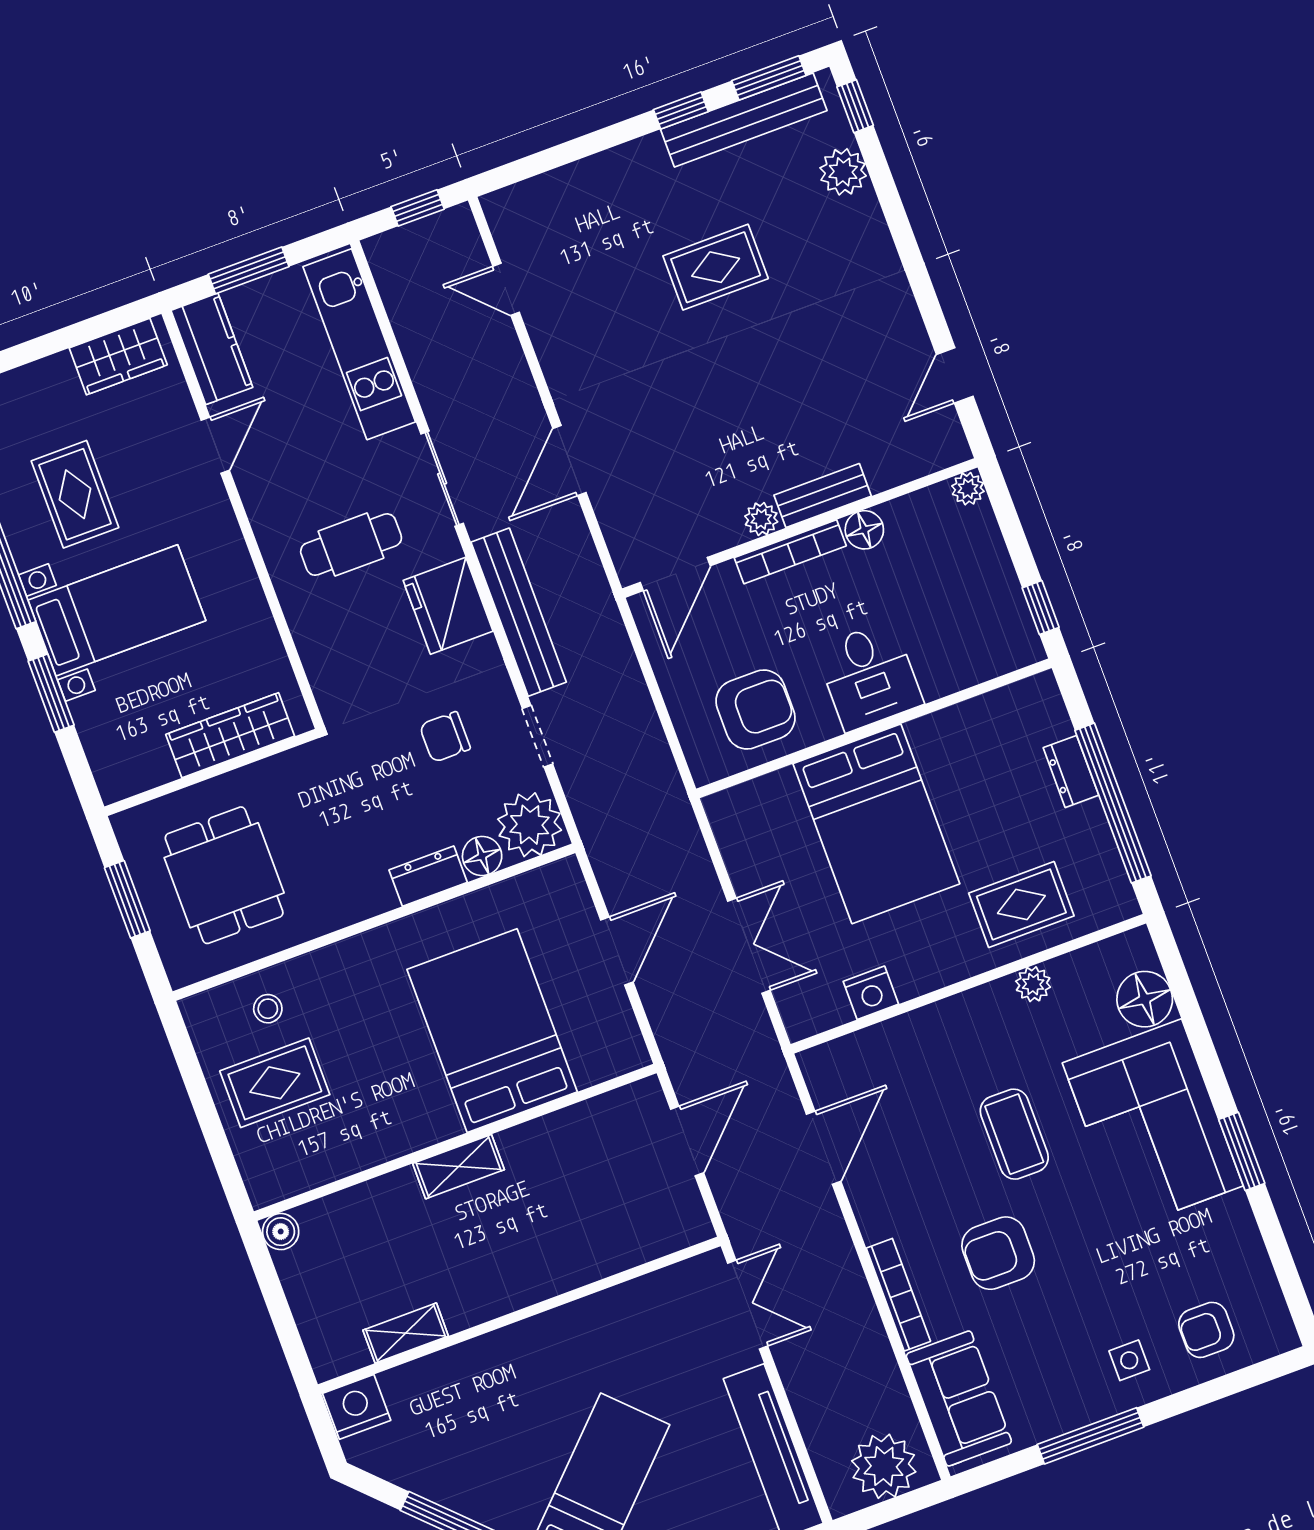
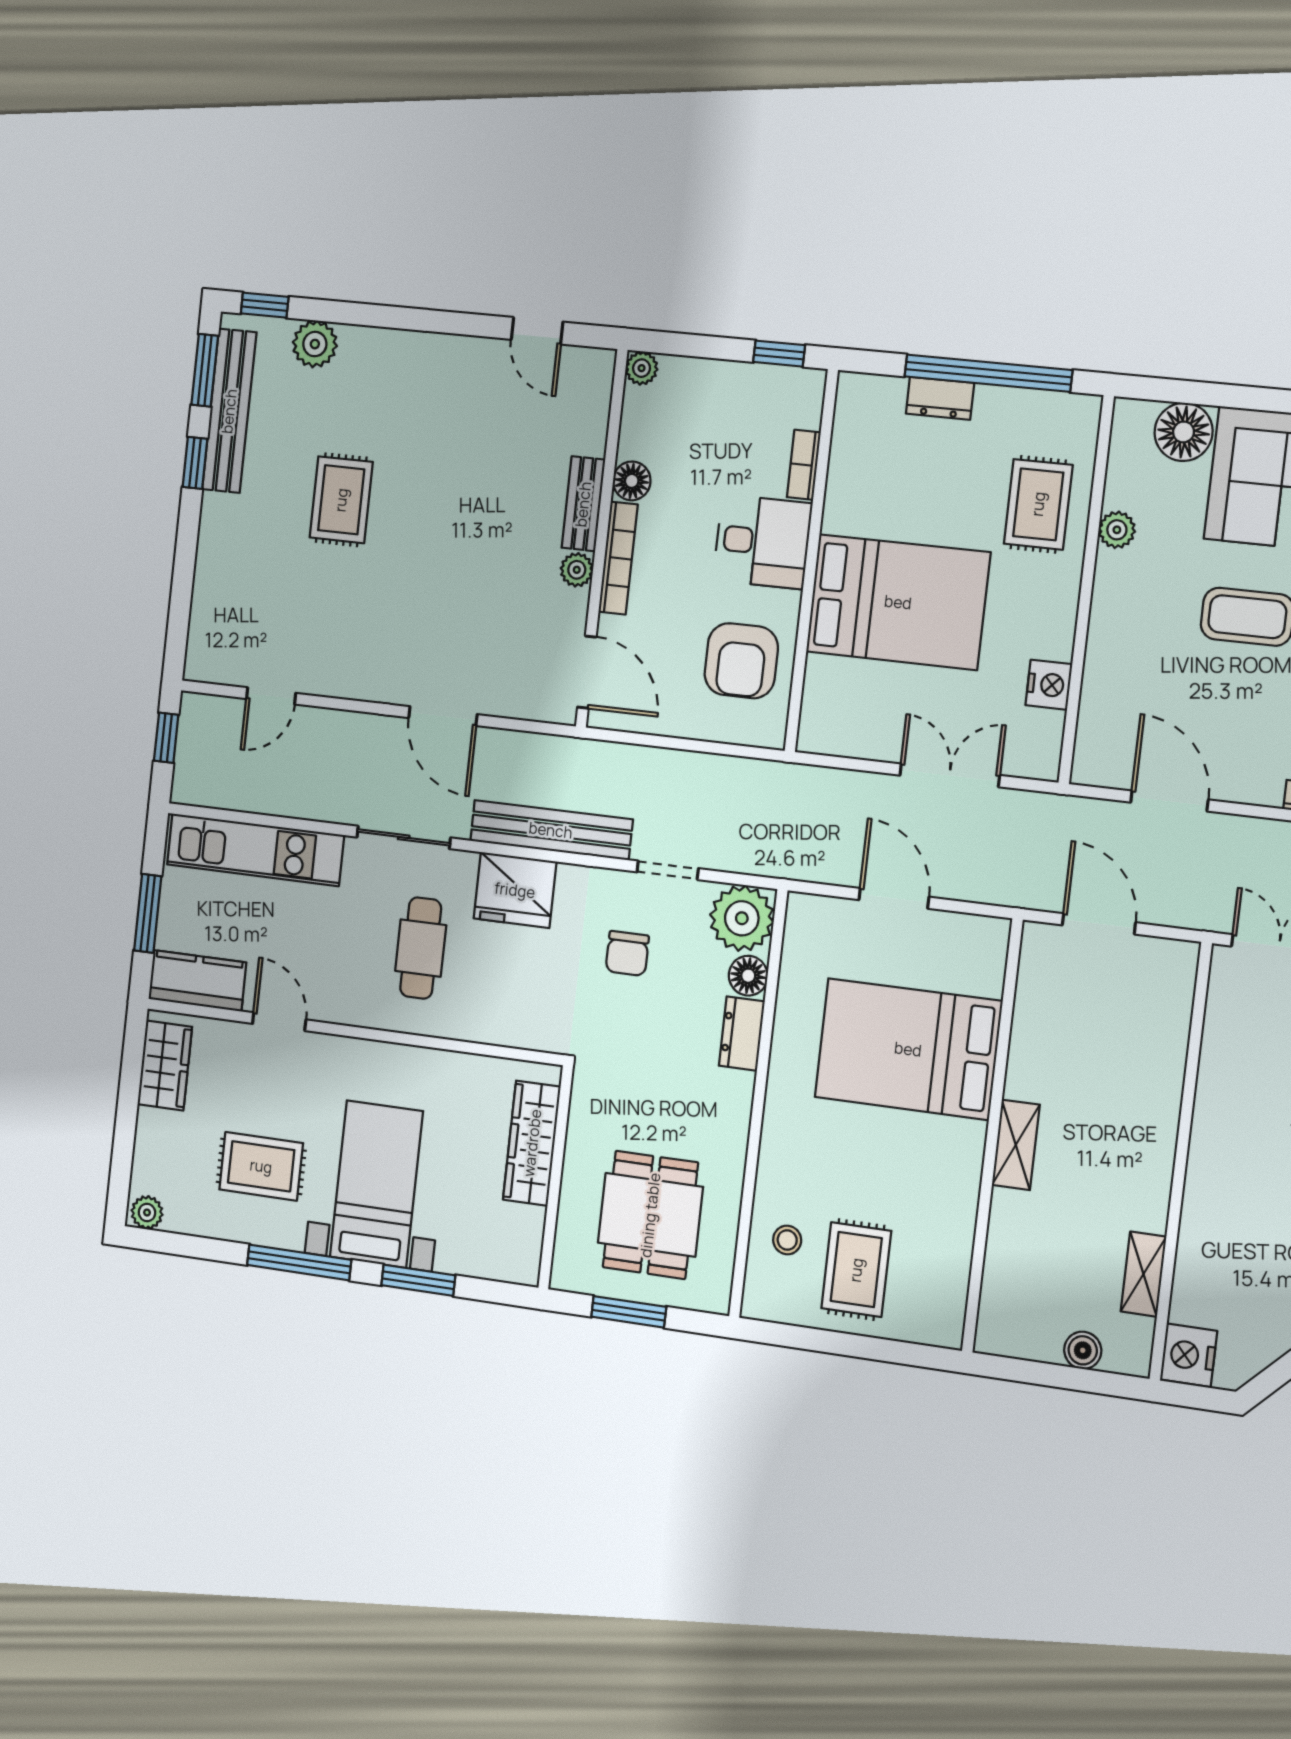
bookcase: (954, 679) -> (804, 465), added
armchair: (755, 710) -> (741, 661), turned 180
dining table: (224, 875) -> (650, 1215), turned 90
boiler: (281, 1232) -> (1083, 1350), moved

